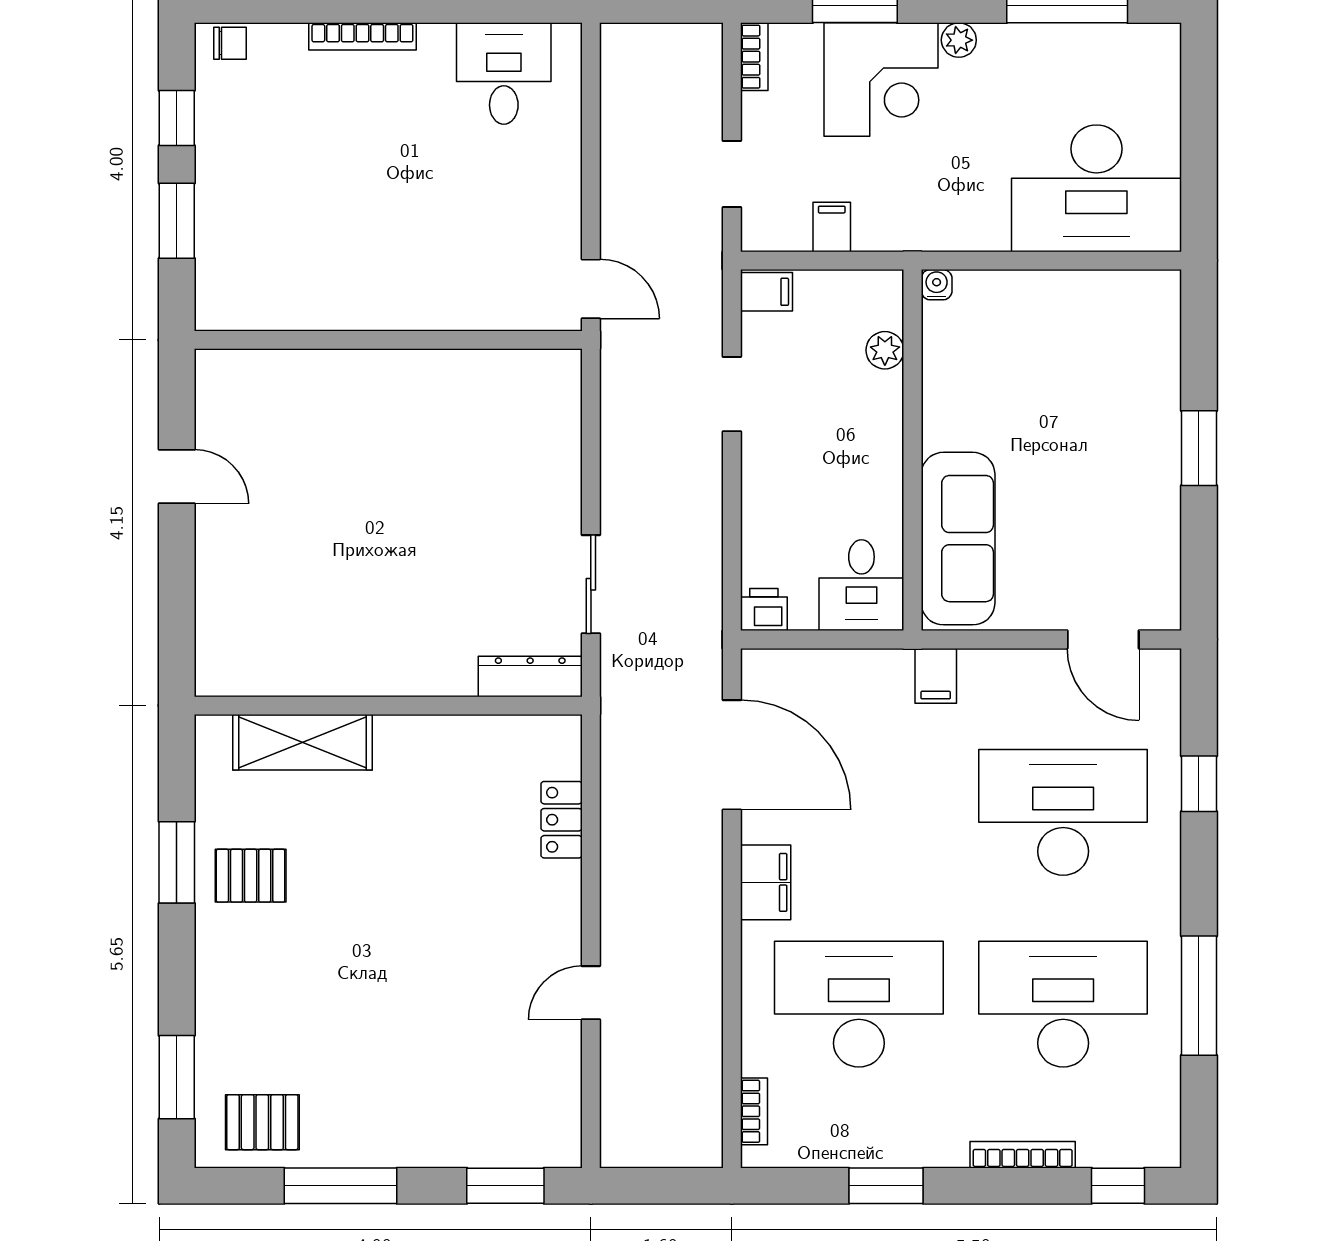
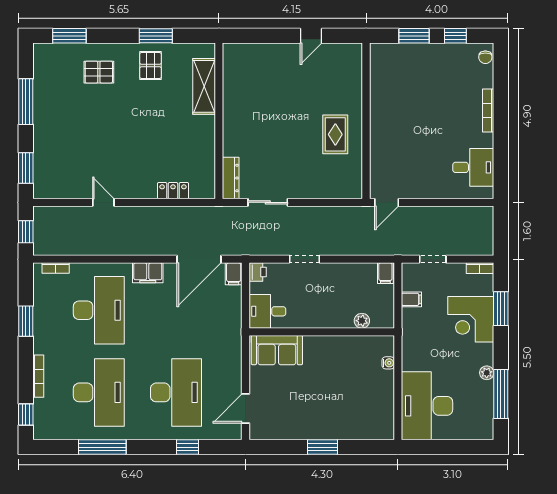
plant: (959, 40) -> (487, 373), moved
water cooler: (937, 285) -> (388, 363), moved
doorway: (732, 394) -> (305, 259), moved
rug: (422, 416) -> (335, 134), added
sofa: (958, 539) -> (277, 350), width x0.73
filing cabinet: (936, 676) -> (234, 274), moved, turned -90
pallet: (262, 1122) -> (99, 72), moved, turned 90
window: (664, 1186) -> (26, 232), added

